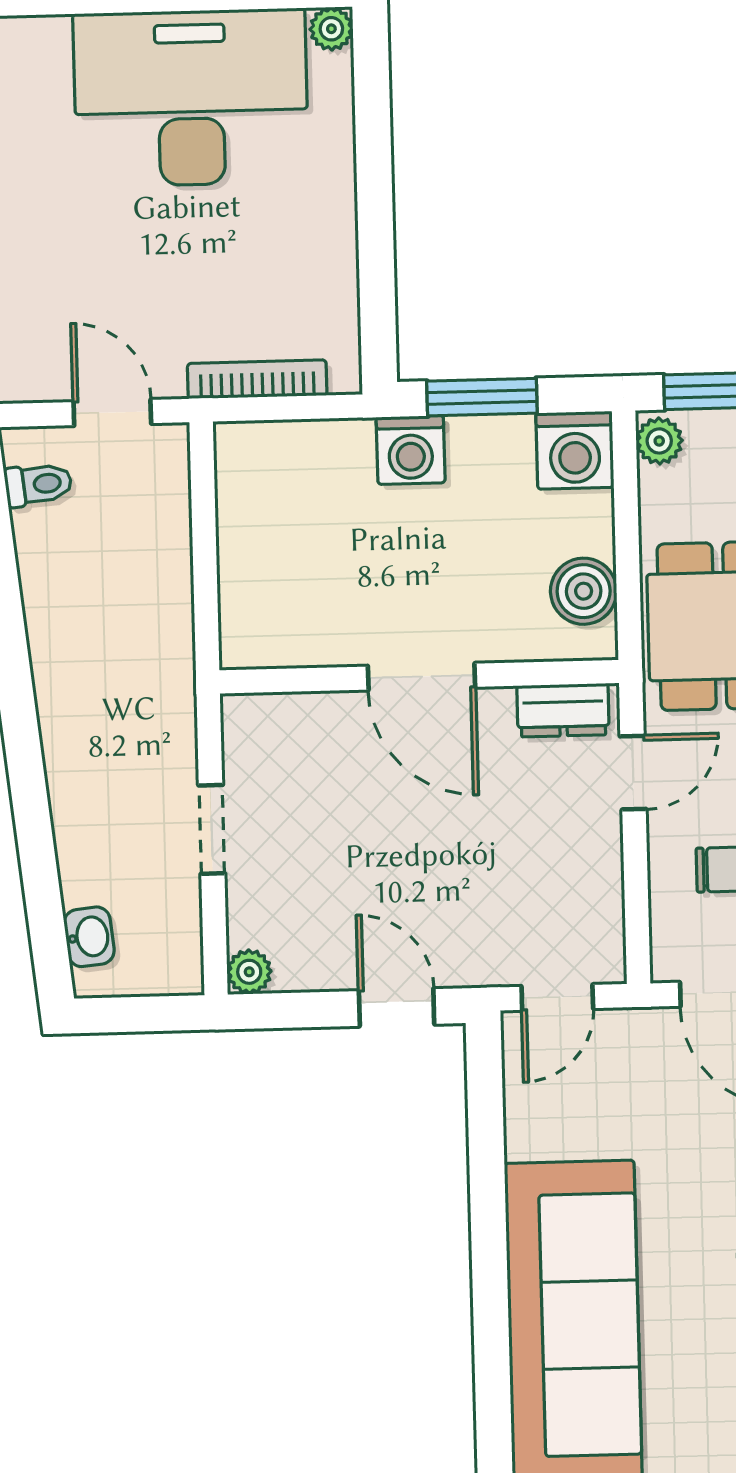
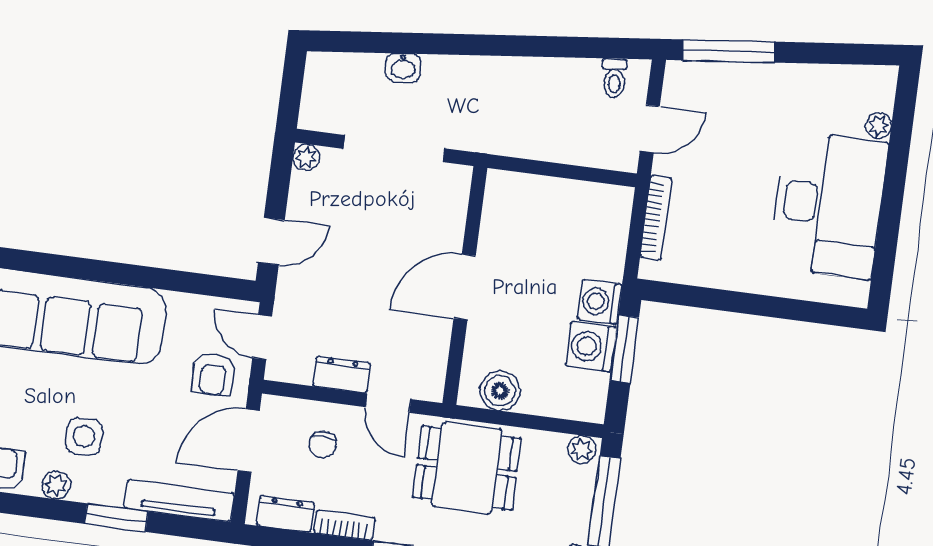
plant: (331, 29) -> (878, 125), moved
washing machine: (575, 450) -> (591, 347), moved
dresser: (563, 710) -> (342, 374), moved, turned 90
doorway: (212, 829) -> (394, 149), width x1.88
washbasin: (89, 937) -> (403, 67), moved
armchair: (631, 1068) -> (213, 374), added

